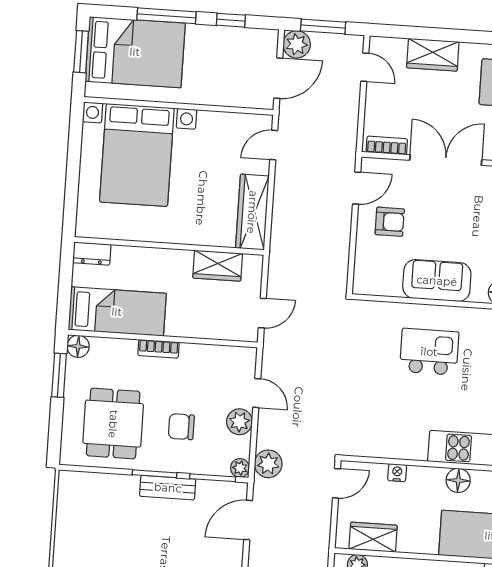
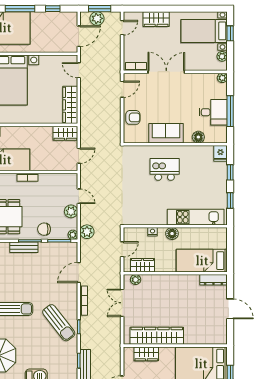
plant: (297, 44) -> (97, 18), moved
door: (365, 67) -> (122, 28), hinge flipped
door: (274, 145) -> (79, 70), hinge flipped
armchair: (390, 222) -> (133, 117), moved
wardrobe: (218, 266) -> (65, 133), moved
chair: (181, 427) -> (44, 229), moved
floor lamp: (458, 480) -> (172, 234), moved
door: (336, 483) -> (122, 249), moved
bench: (168, 488) -> (24, 247), moved
door: (248, 520) -> (79, 272), moved

